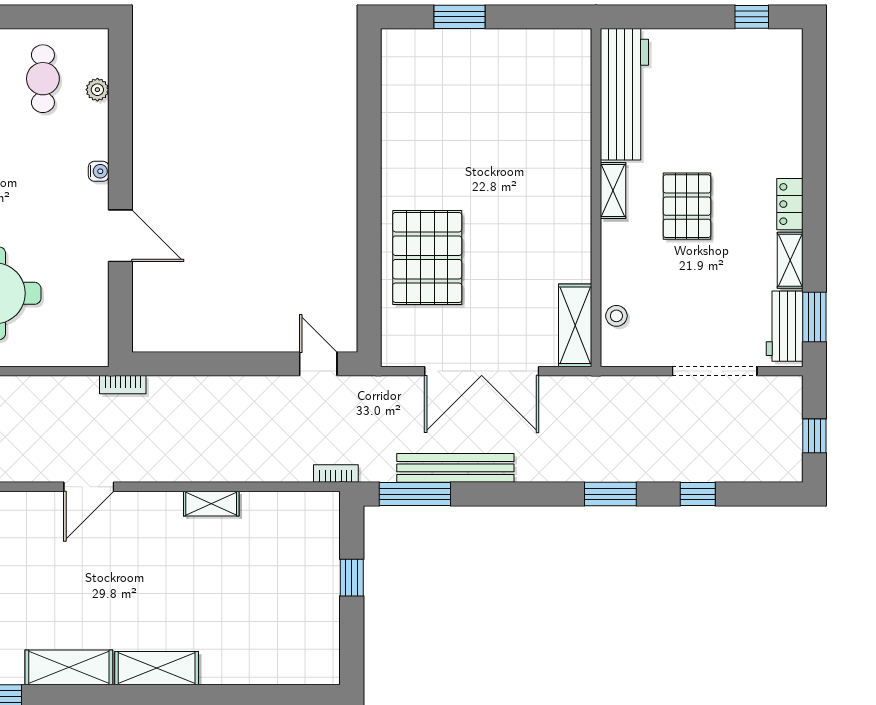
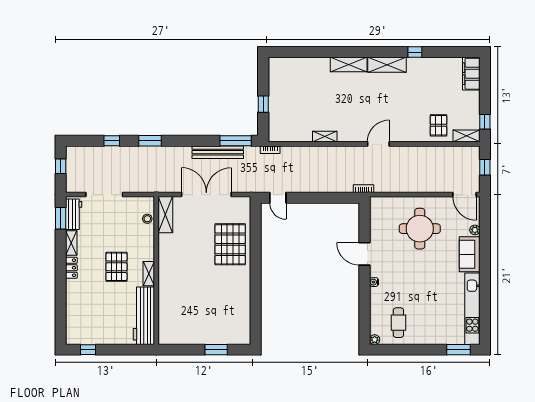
plant: (97, 90) -> (375, 340), moved

